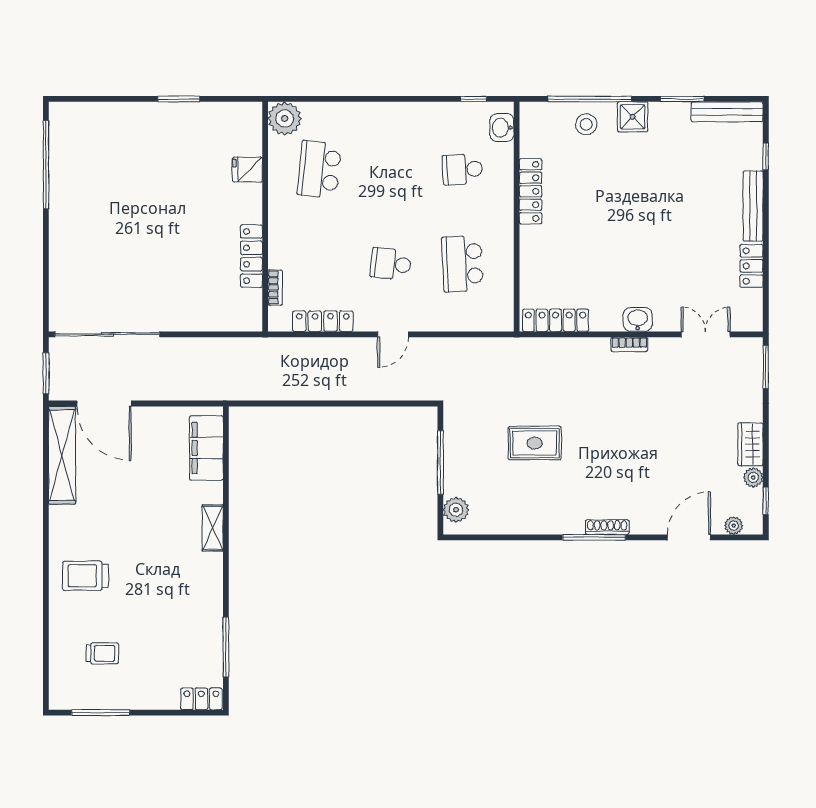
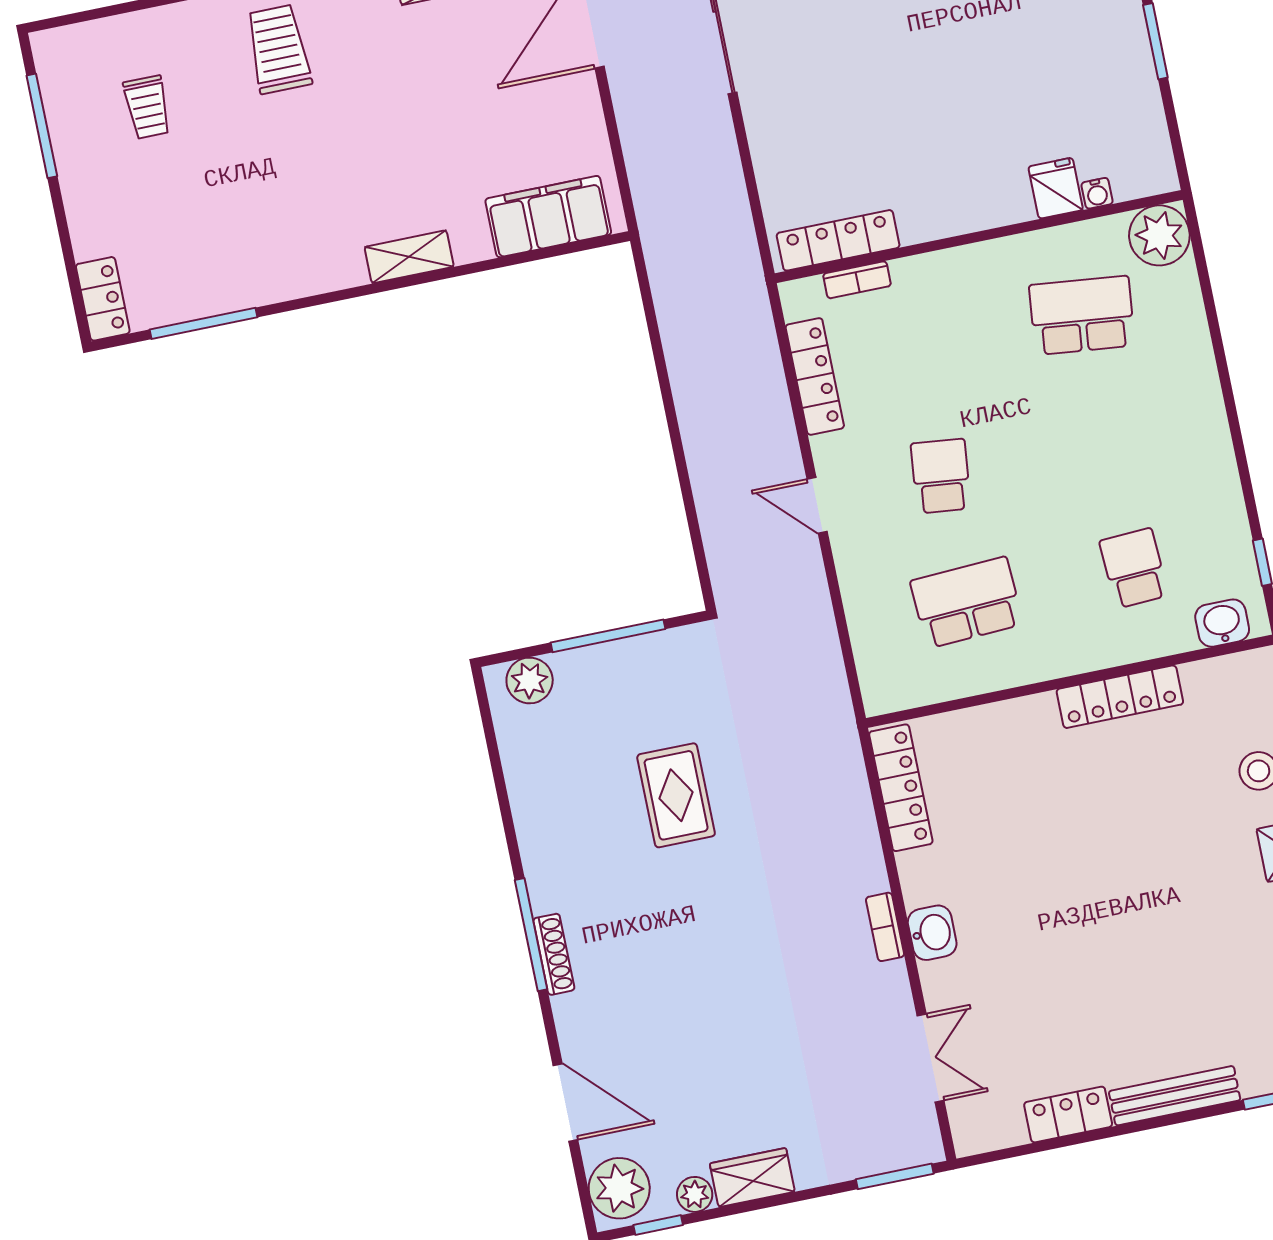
water cooler: (255, 148) -> (1097, 193), added
locker: (252, 256) -> (838, 240), moved
plant: (734, 526) -> (619, 1188), width x1.88, depth x1.88

